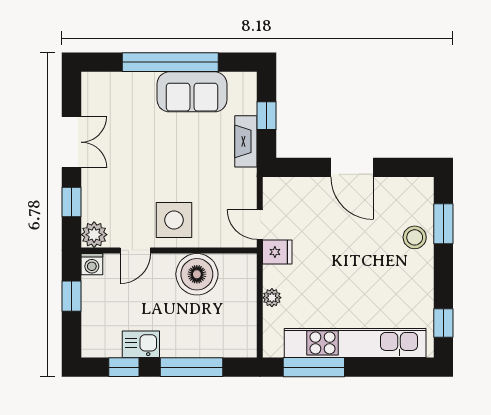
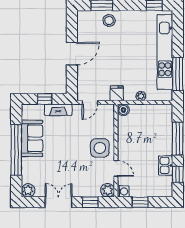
plant: (94, 85) -> (28, 190), added
door: (260, 225) -> (90, 102), moved
boiler: (197, 274) -> (123, 110), moved, width x0.54, depth x0.54

